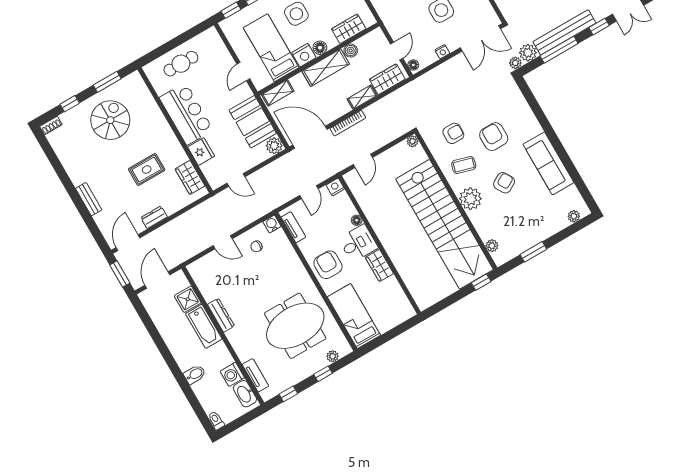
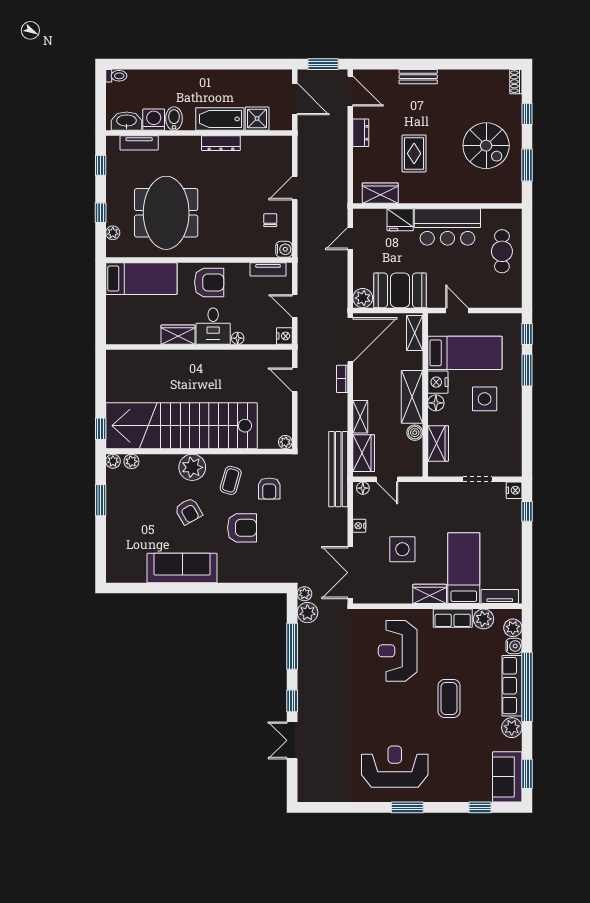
bench: (564, 32) -> (338, 469), moved
bookcase: (348, 123) -> (342, 379), width x0.64
plant: (574, 216) -> (113, 461), moved
bidet: (195, 374) -> (174, 118), moved, turned 180

